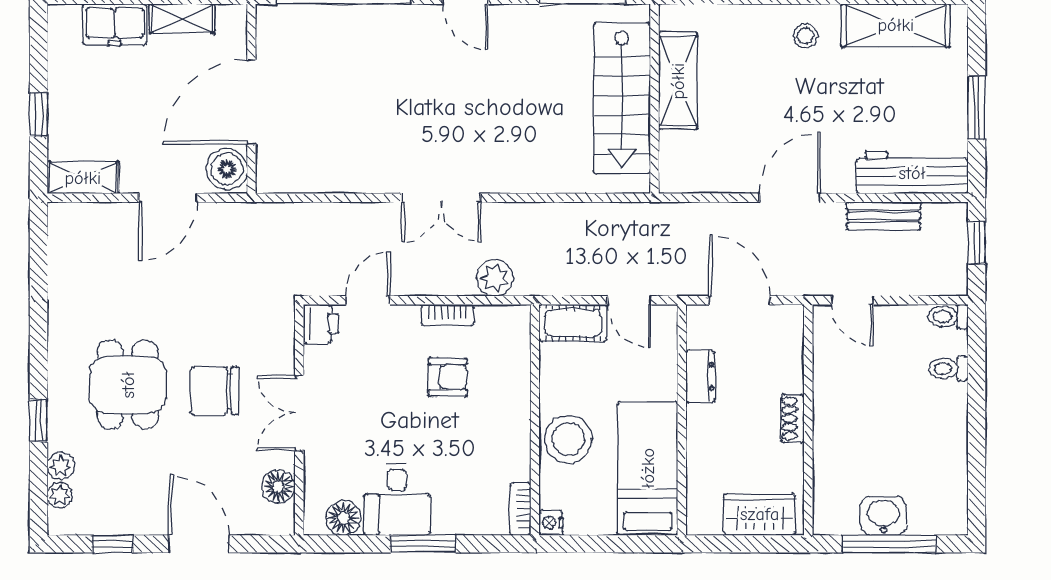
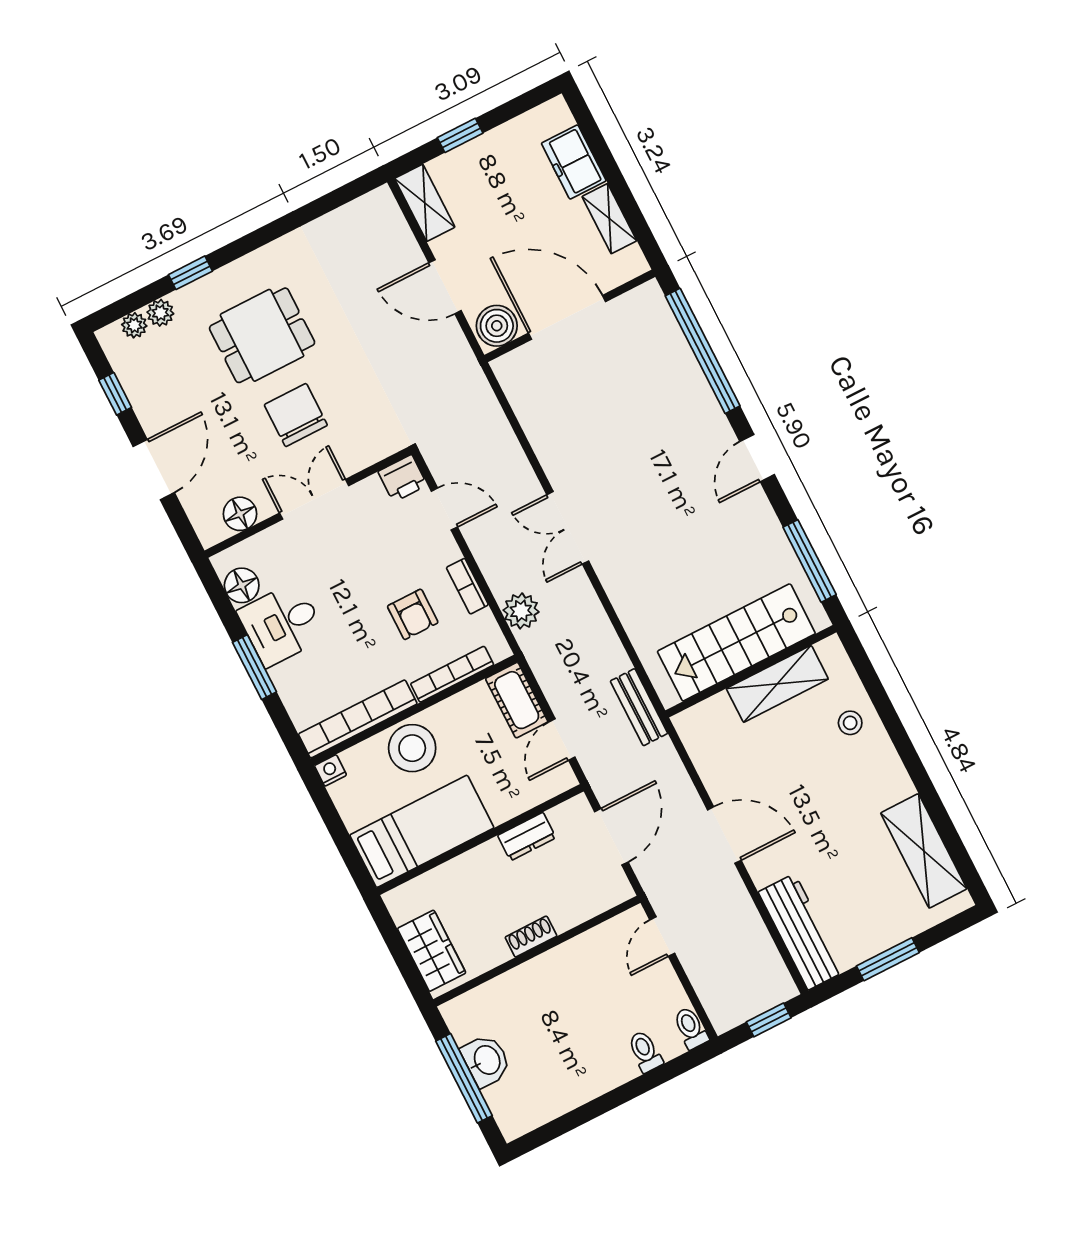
stool: (806, 36) -> (850, 723), moved
bench: (884, 216) -> (639, 707), moved
bookcase: (520, 369) -> (452, 674), added
bookcase: (520, 509) -> (358, 719), width x2.31, depth x1.31

